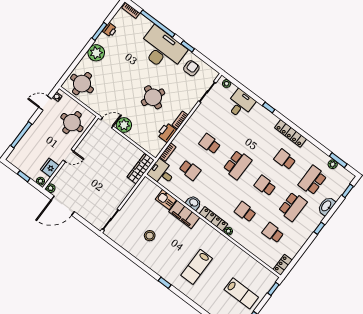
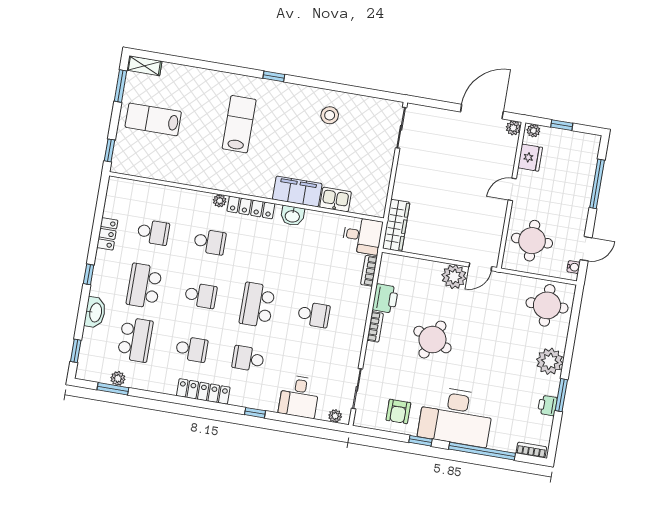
school desk: (190, 170) -> (248, 359), moved
stool: (150, 236) -> (330, 115), moved
locker: (283, 265) -> (107, 234), moved

